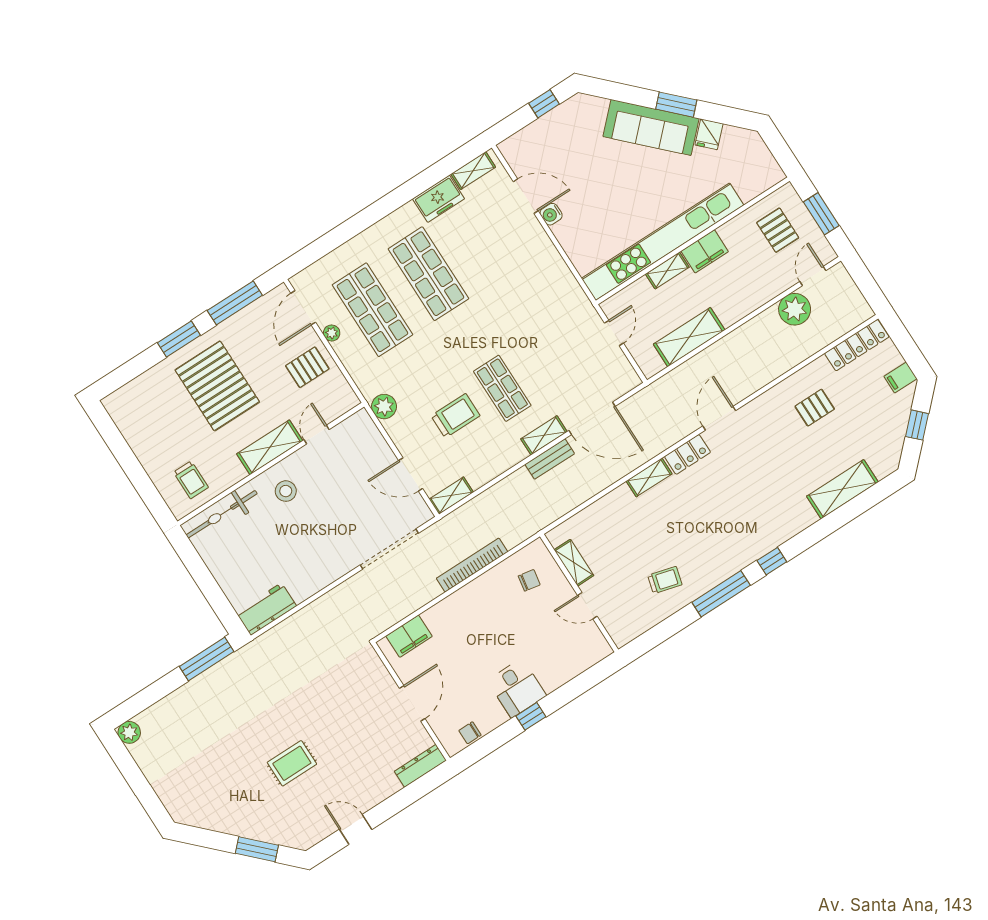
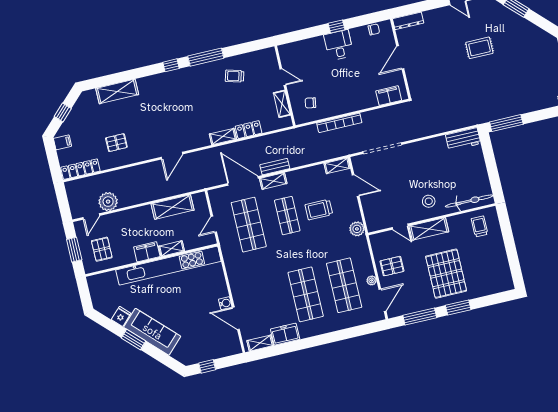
shop shelf: (558, 352) -> (249, 225), added
door: (317, 435) -> (400, 227), hinge flipped
locker: (687, 454) -> (249, 130), moved

